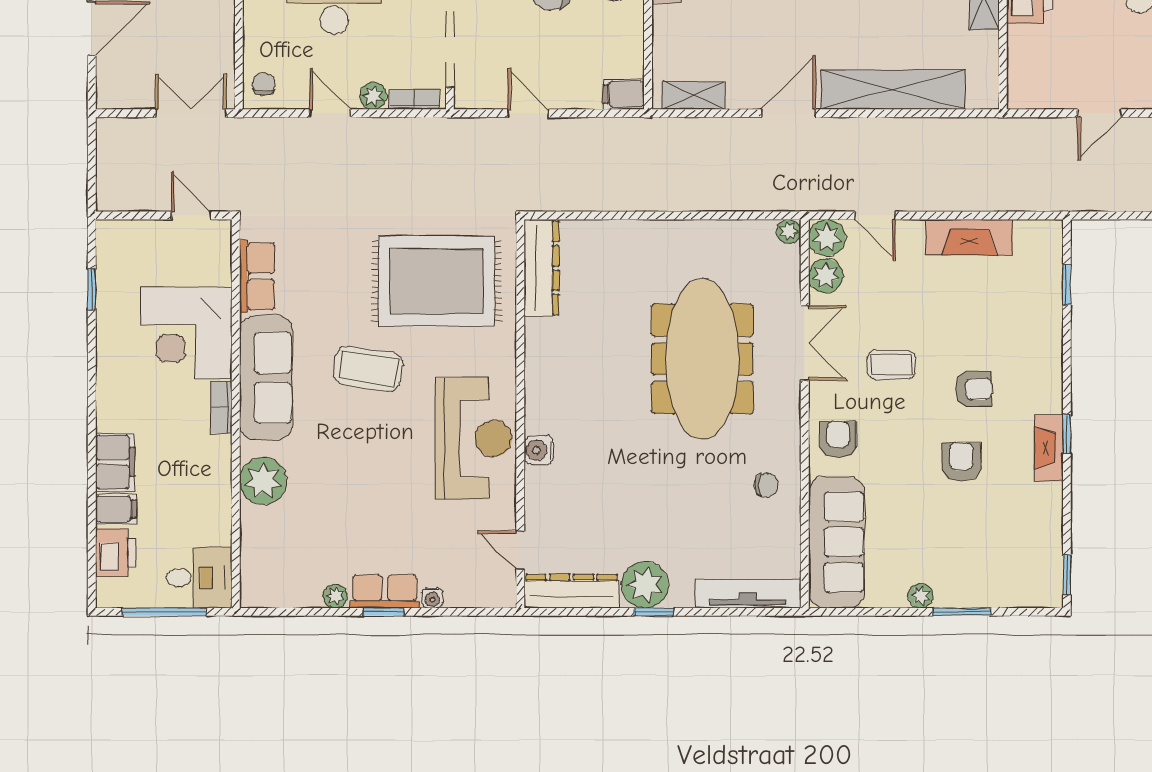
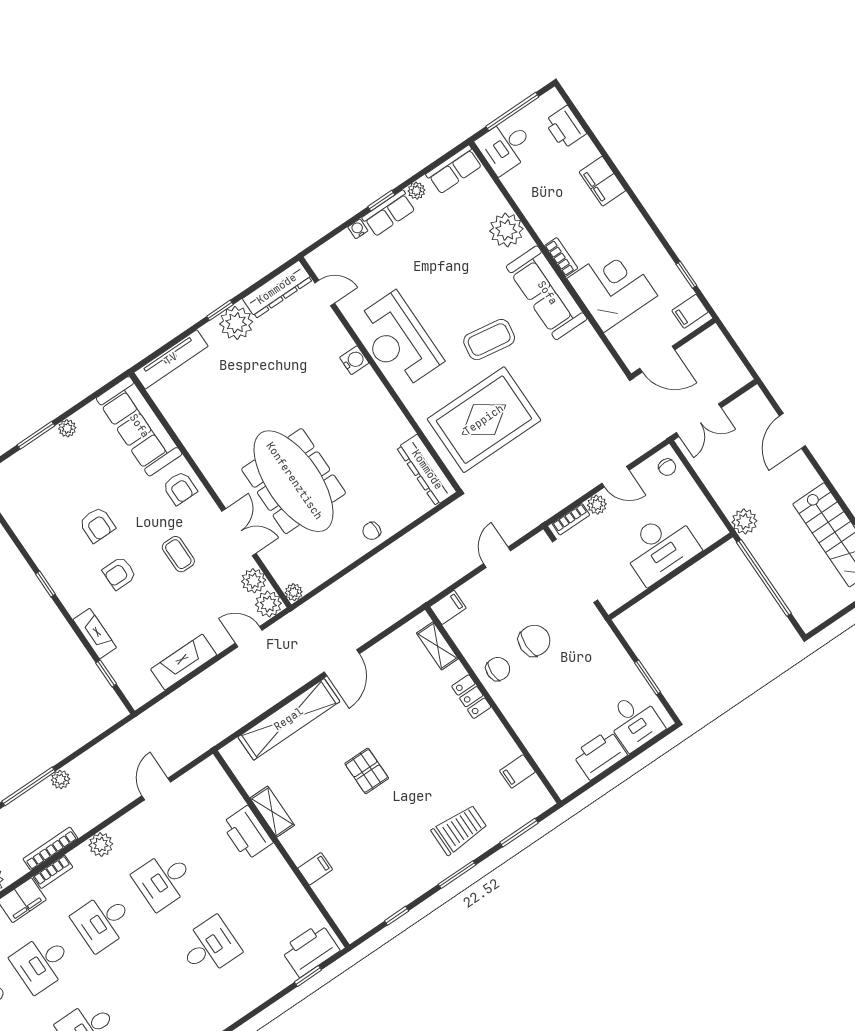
shelving: (693, 95) -> (437, 646), moved, turned 90
door: (528, 113) -> (497, 557), swing flipped
door: (191, 216) -> (657, 359), width x1.38
row of seats: (257, 276) -> (454, 170), moved, turned -90
double door: (805, 343) -> (239, 532), swing flipped
coffee table: (891, 365) -> (178, 554), turned 90
fireplace: (1049, 448) -> (95, 634), moved
chair: (766, 485) -> (372, 531), moved
filing cabinet: (116, 509) -> (690, 311), moved

